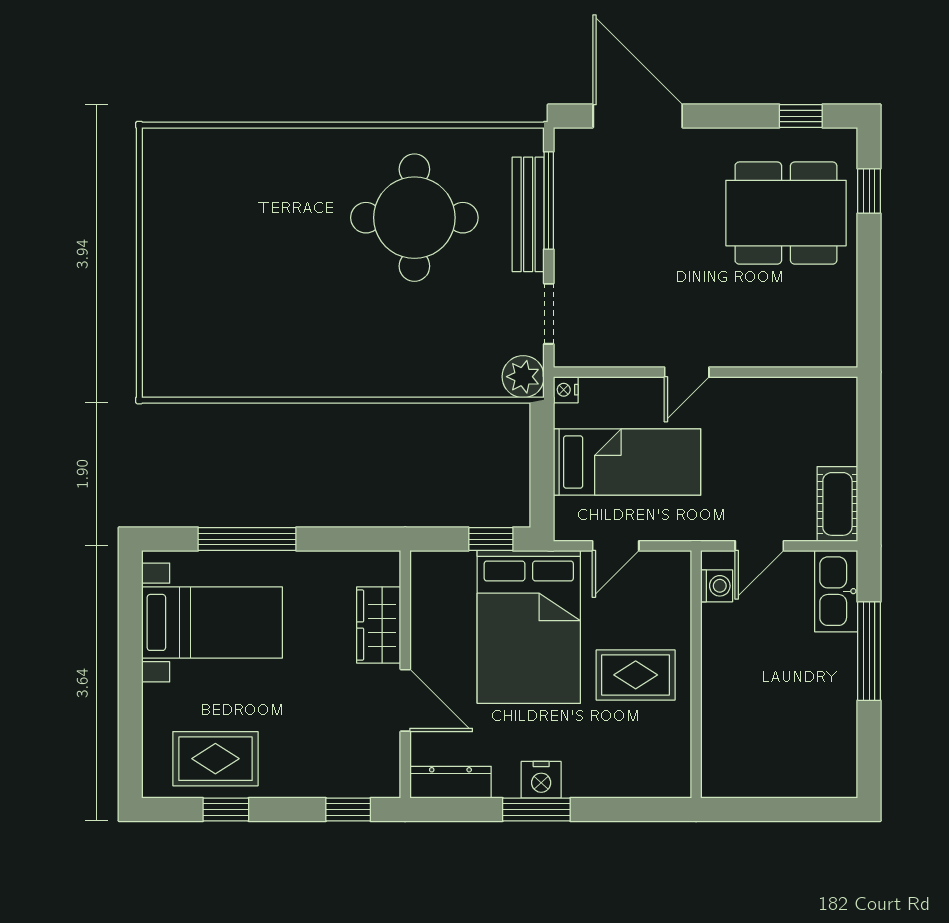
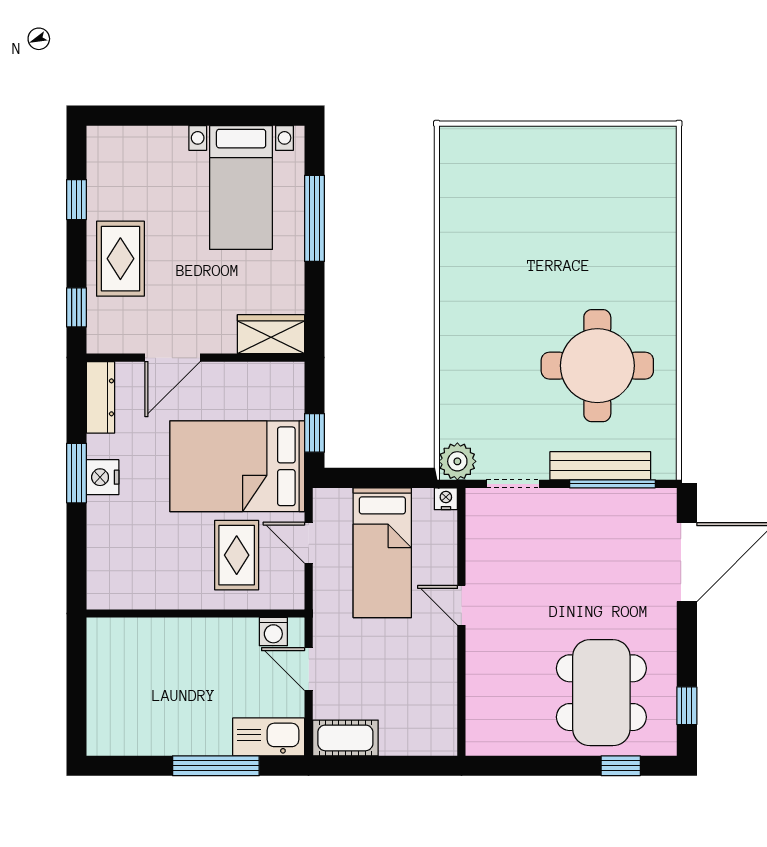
wardrobe: (379, 625) -> (271, 334), moved
rug: (636, 675) -> (237, 555), moved
rug: (215, 759) -> (120, 259), moved

